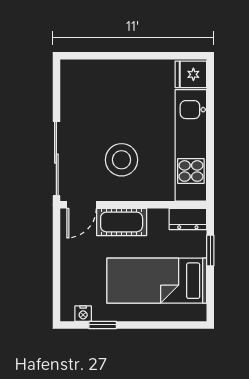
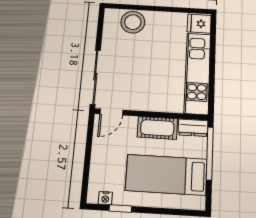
stool: (122, 160) -> (133, 22), moved
cot: (122, 222) -> (157, 128), moved
window: (210, 251) -> (210, 153), width x2.17

